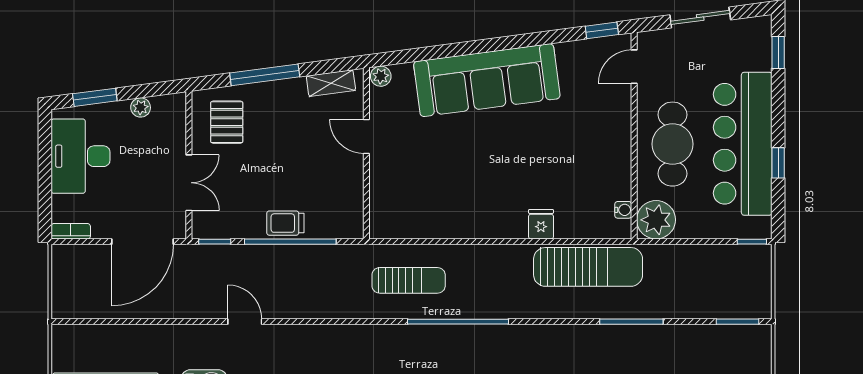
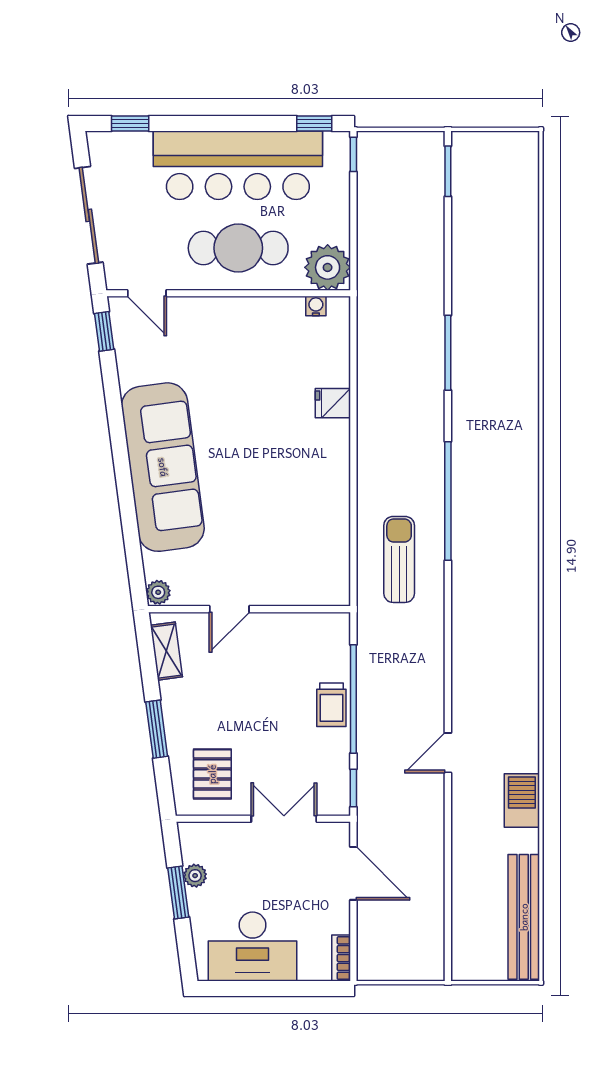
sliding door: (700, 17) -> (89, 215), width x1.37
window: (265, 75) -> (157, 729), width x0.69
window: (95, 97) -> (178, 892), moved
pallet: (227, 122) -> (212, 774), turned 90
window: (778, 163) -> (314, 123), moved
door: (143, 242) -> (353, 873), width x0.73
sun lounger: (588, 267) -> (383, 348), removed
window: (631, 322) -> (448, 353), moved

